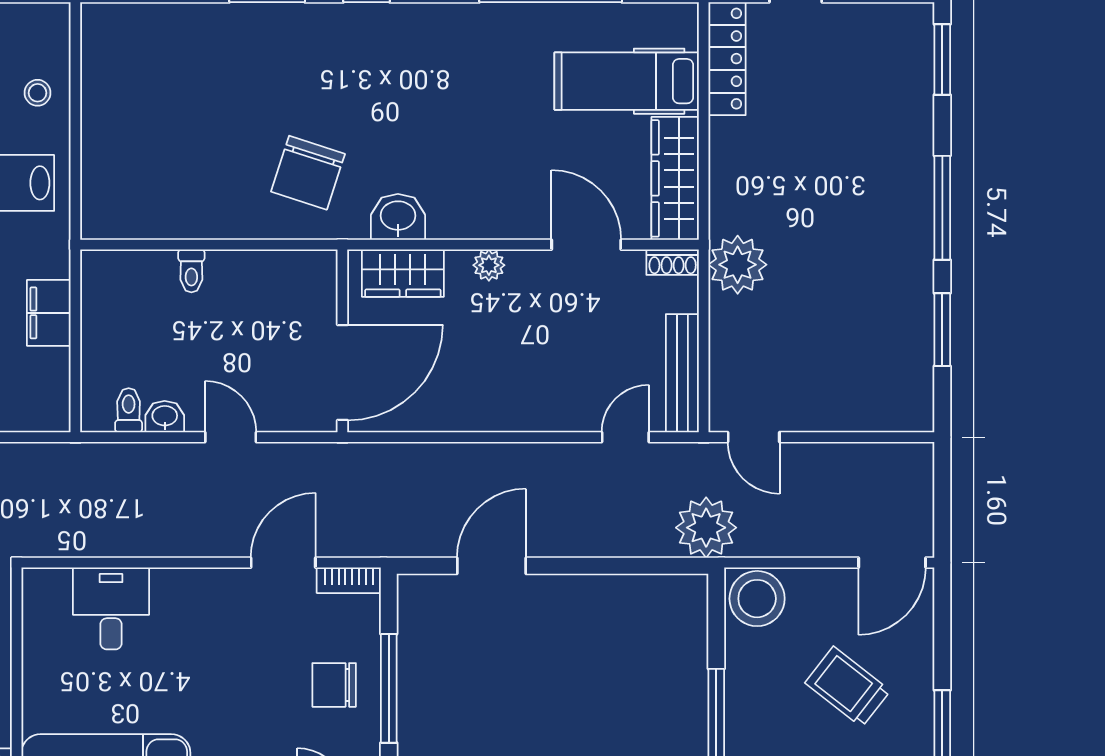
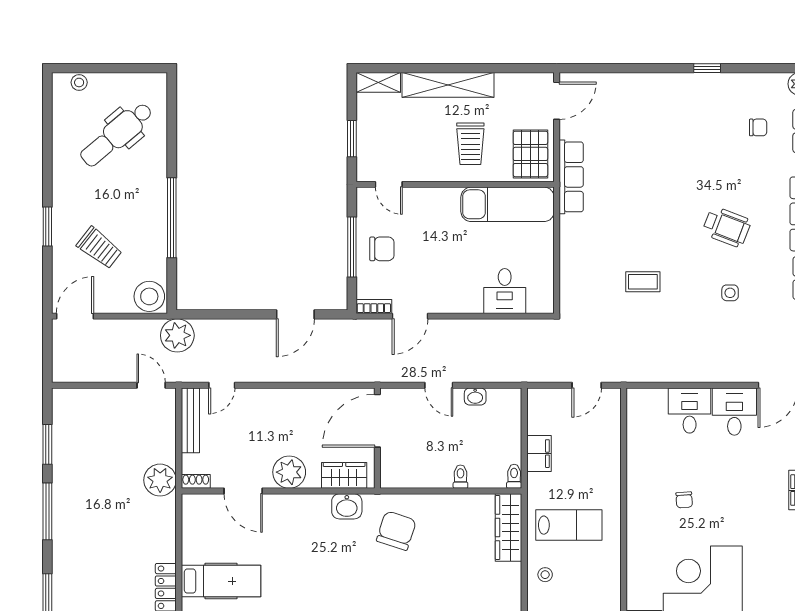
wardrobe: (675, 178) -> (509, 528), moved, turned 180
plant: (489, 265) -> (289, 472), width x1.87, depth x1.87
toilet: (129, 410) -> (514, 476), moved, turned 180

